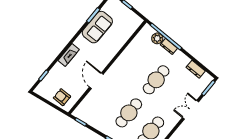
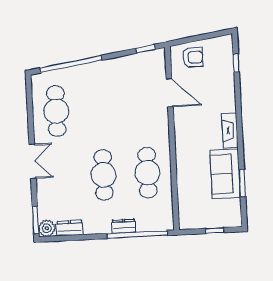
plant: (157, 38) -> (47, 228), moved
fireplace: (69, 55) -> (230, 131), moved
door: (96, 81) -> (170, 93), moved
double door: (190, 110) -> (33, 161), moved
cafe table: (129, 113) -> (147, 173), moved

